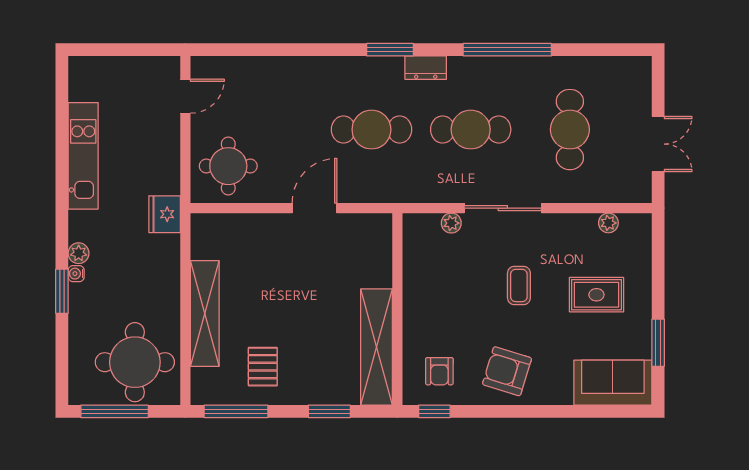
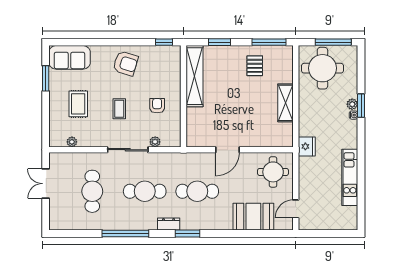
booth: (265, 82) -> (253, 217), added
plant: (79, 253) -> (352, 104), moved
rug: (596, 295) -> (78, 104), turned 90
shelving: (205, 314) -> (285, 103), width x0.68
armchair: (439, 371) -> (157, 106), moved

